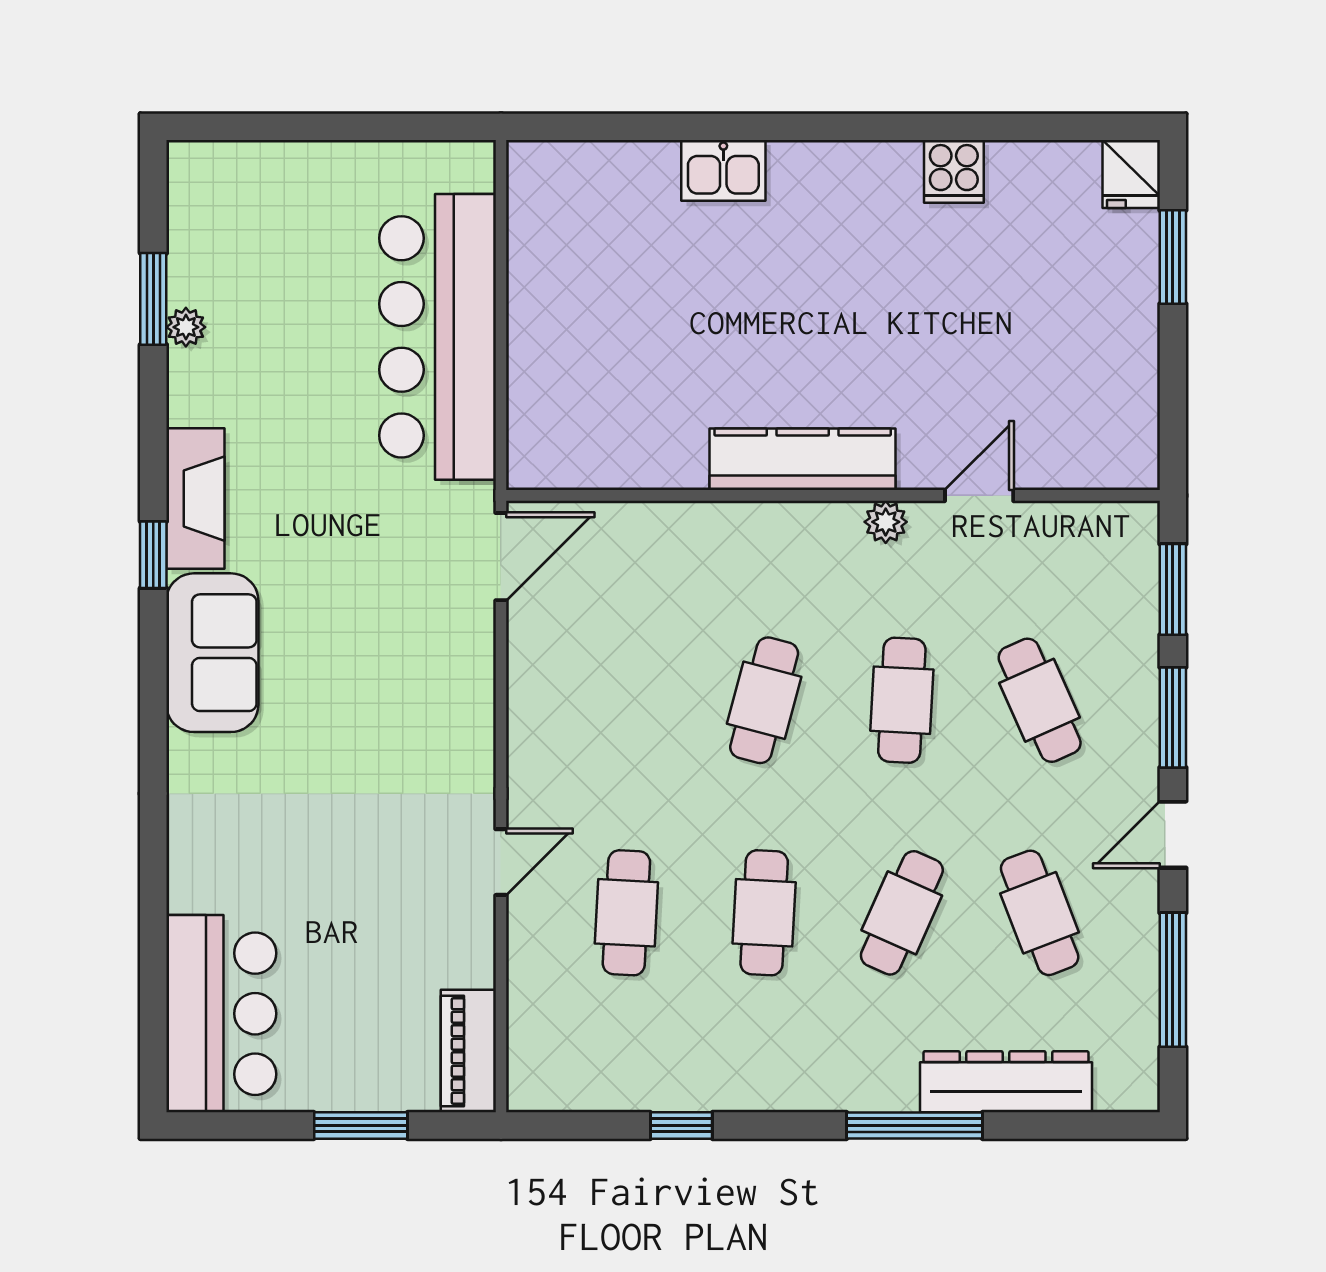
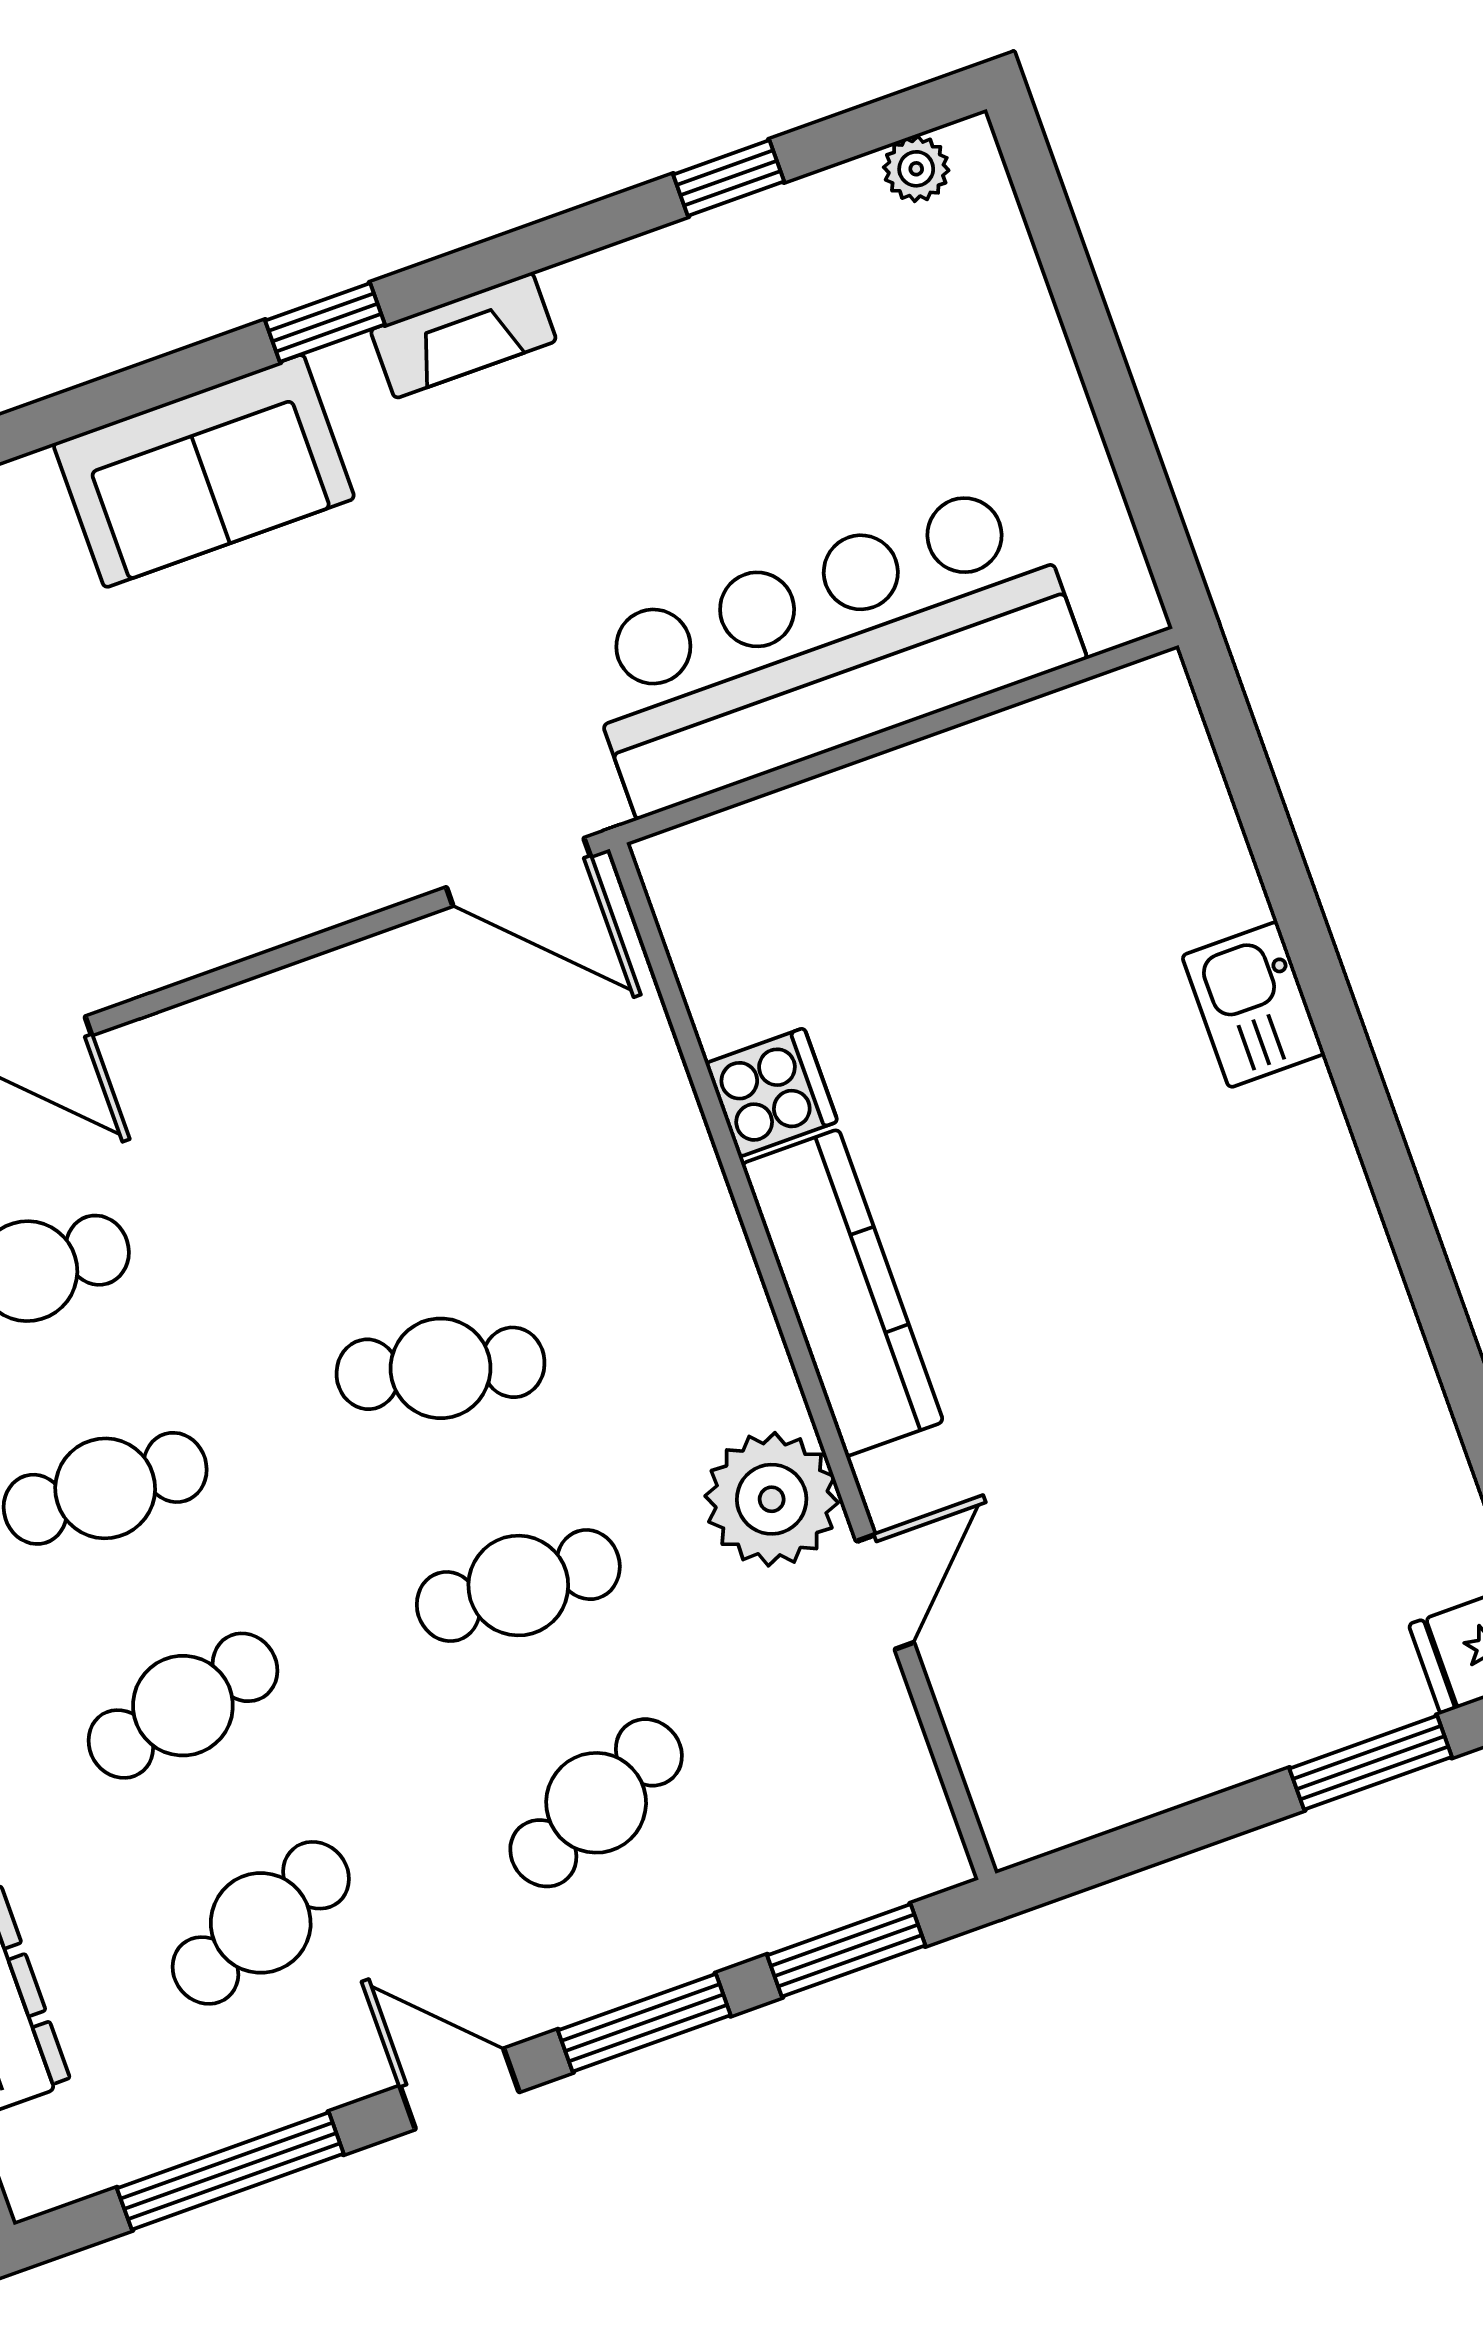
cooker: (954, 171) -> (771, 1092), moved, turned 180
window: (153, 299) -> (729, 178), width x0.67
plant: (186, 327) -> (916, 169), moved
door: (979, 495) -> (885, 1592), hinge flipped
fireplace: (195, 499) -> (463, 335), width x0.73, depth x0.76
plant: (886, 522) -> (772, 1499), width x1.88, depth x1.88
cafe table: (902, 913) -> (183, 1706), turned -36

